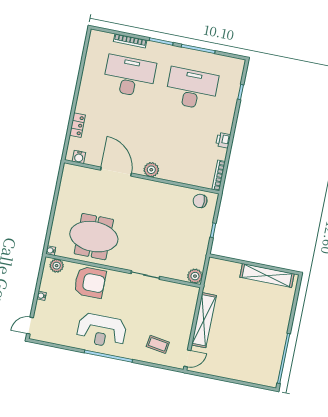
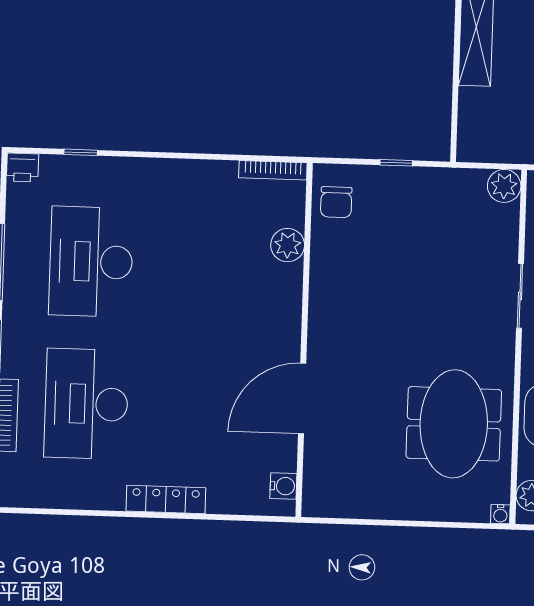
locker: (77, 125) -> (166, 499), moved, width x1.53
printer: (223, 140) -> (22, 167), moved
plant: (151, 170) -> (288, 245), moved

